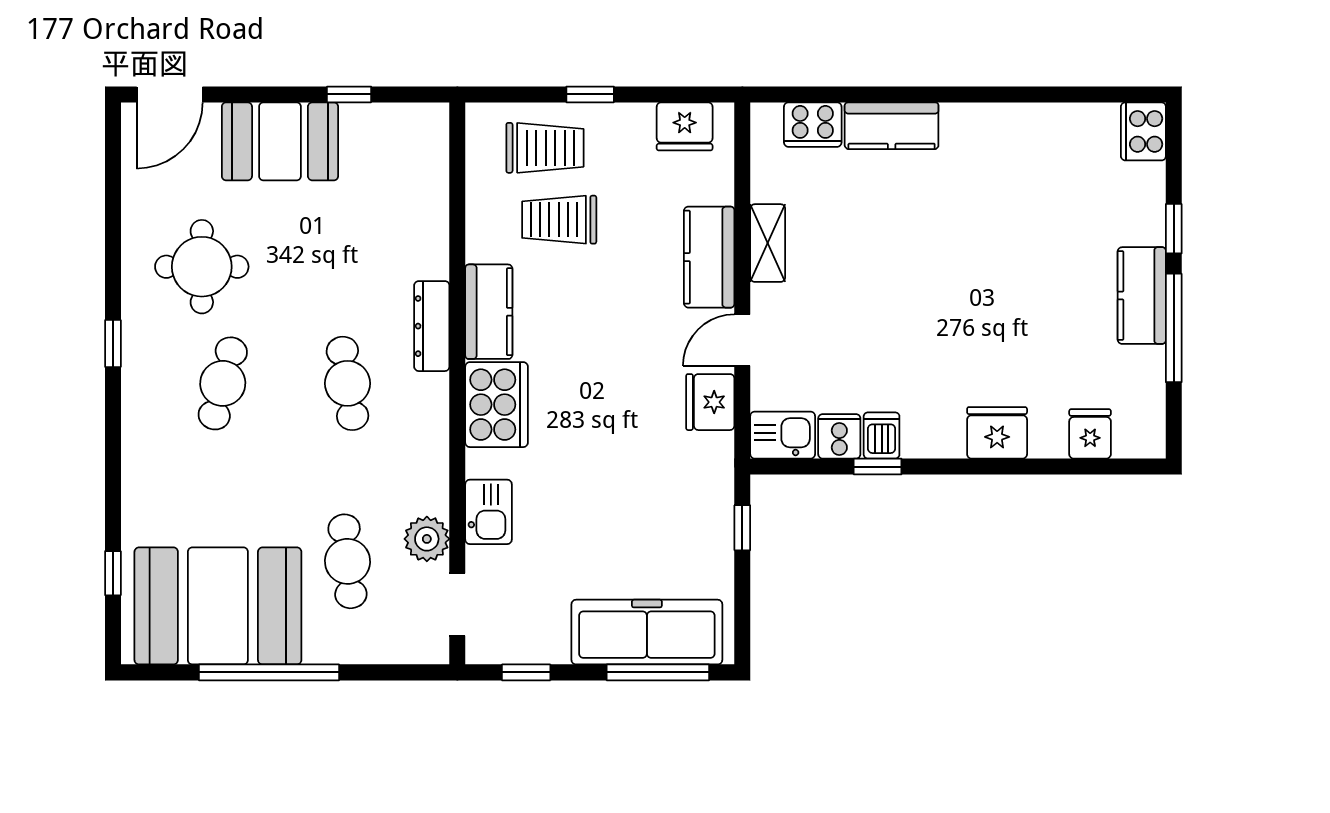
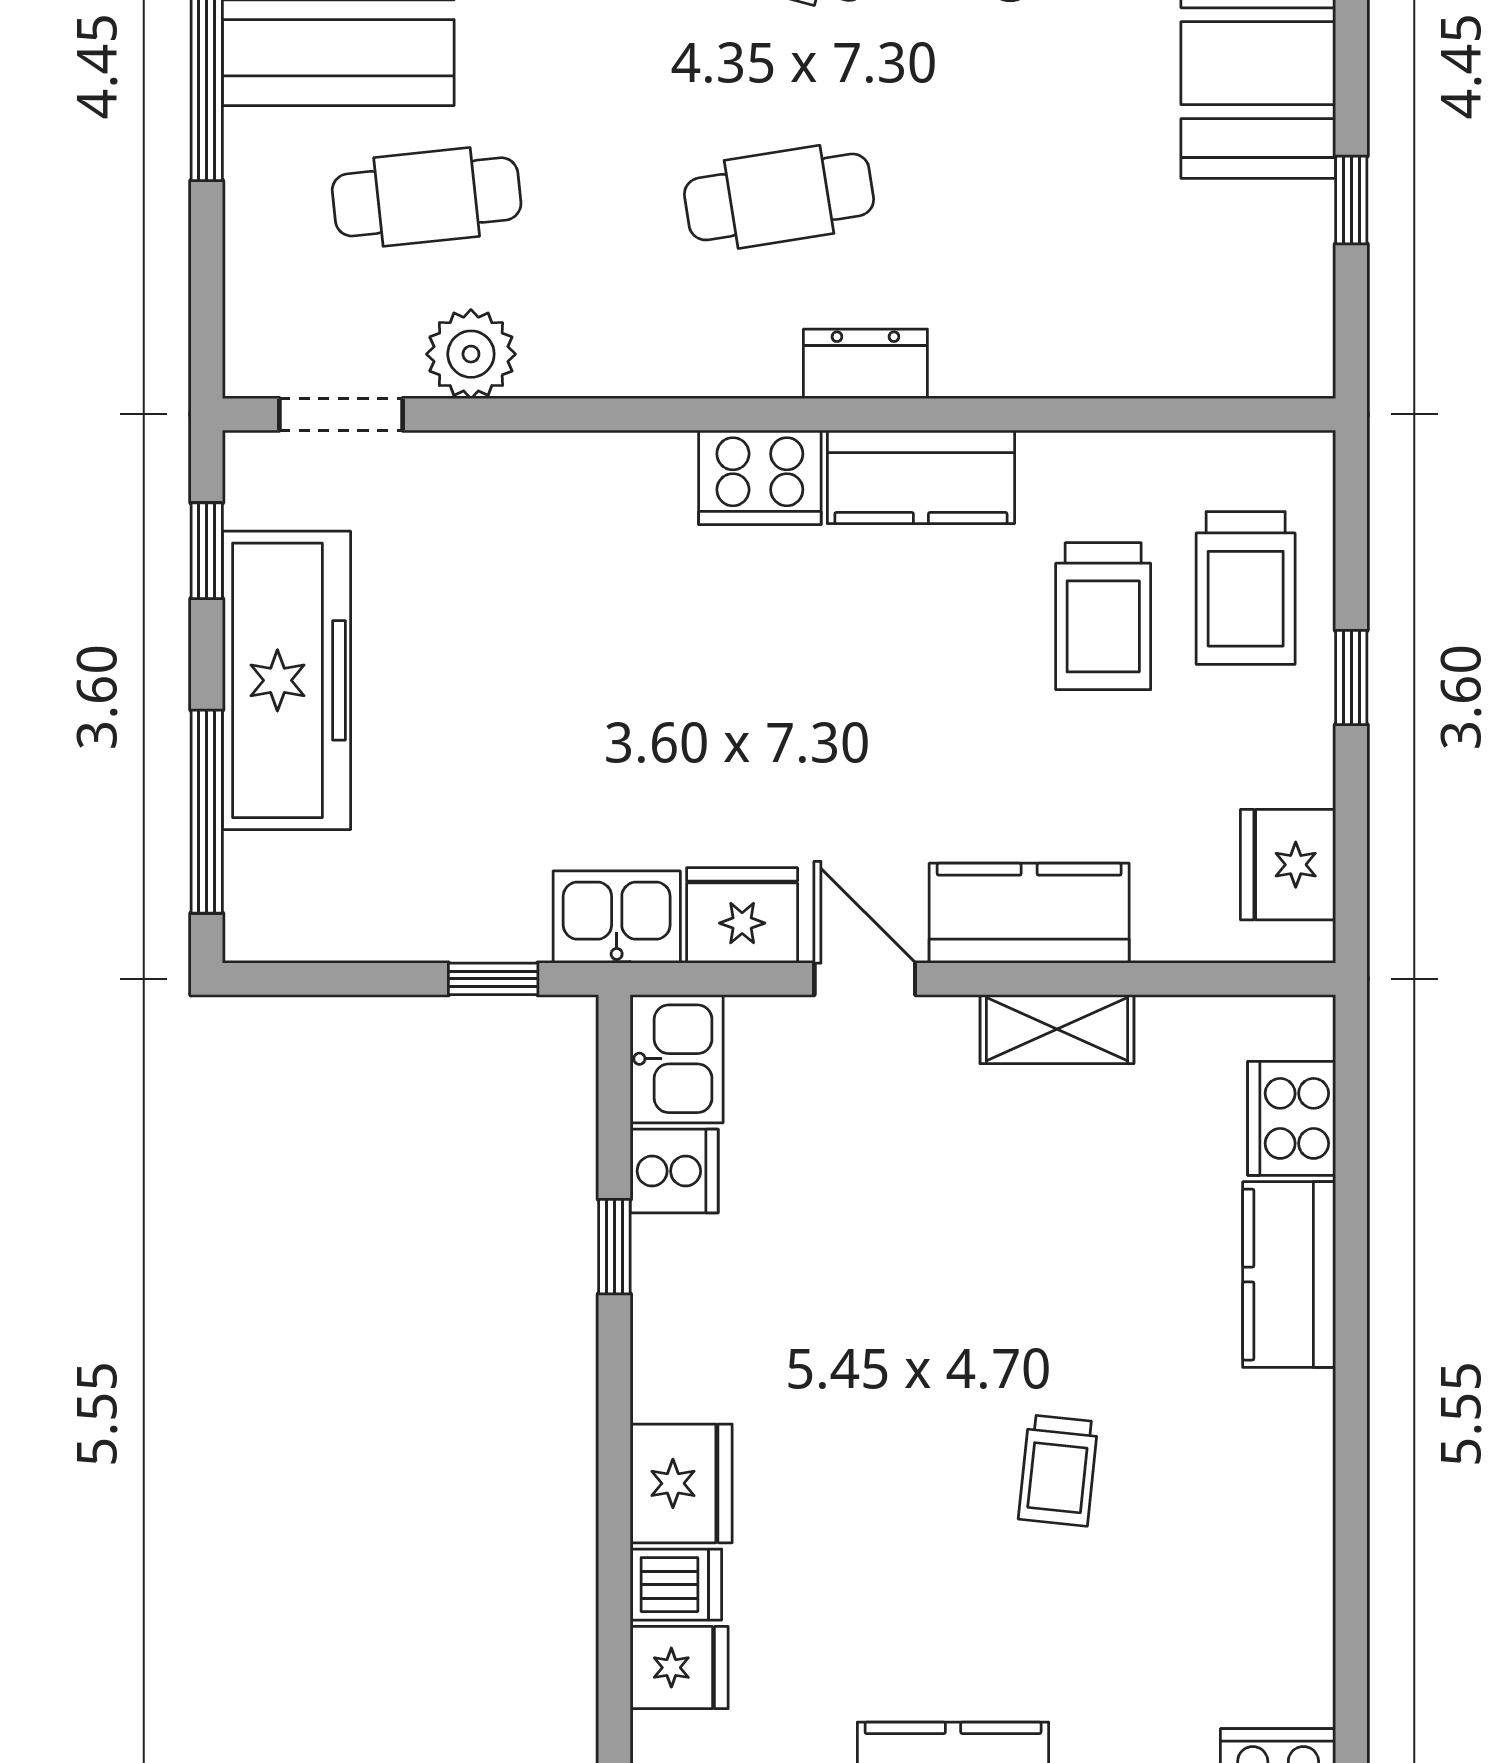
trolley: (559, 220) -> (1103, 616), turned 180
trolley: (990, 242) -> (1058, 1470), added
dresser: (432, 326) -> (865, 364), width x0.70
cooker: (497, 405) -> (760, 477), width x0.73, depth x0.76
dishwasher: (882, 435) -> (676, 1585), moved
kitchen sink: (489, 512) -> (617, 917), moved, turned 180
freezer: (647, 632) -> (286, 680), moved

